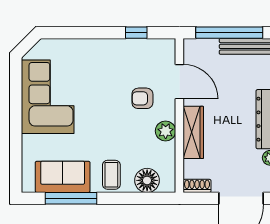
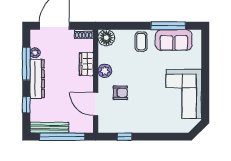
wardrobe: (193, 132) -> (86, 64), width x0.67
floor lamp: (147, 180) -> (106, 38), moved

